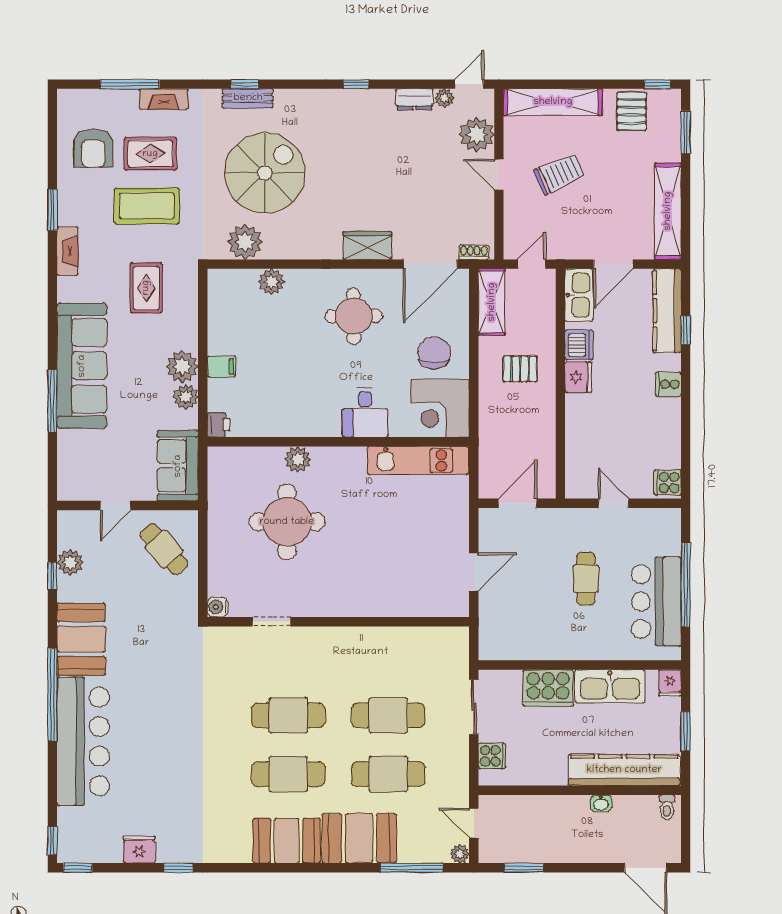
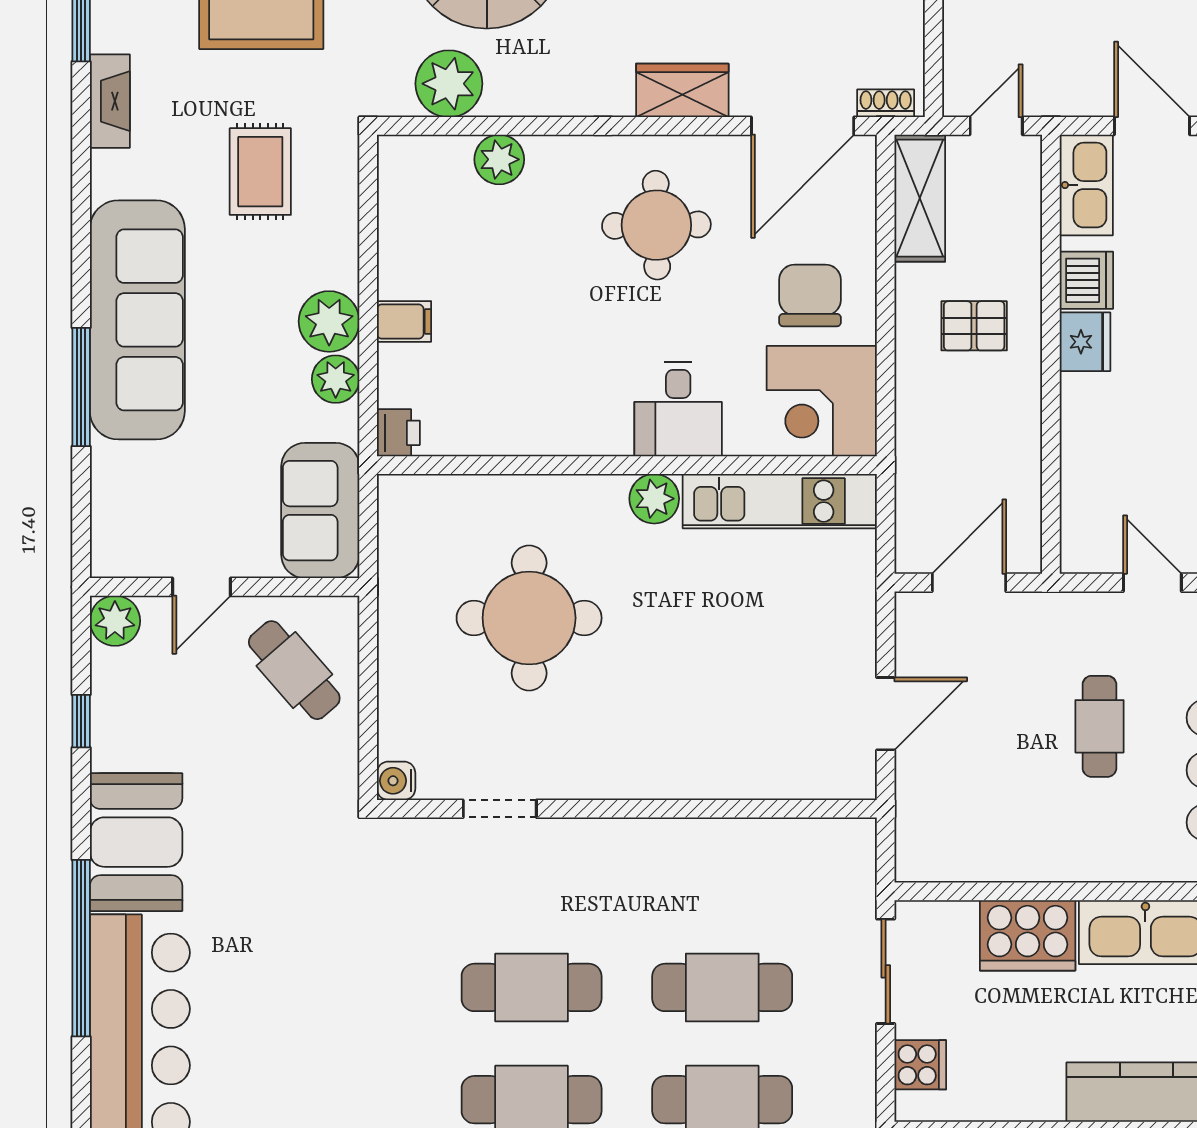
door: (613, 264) -> (1152, 126), swing flipped
plant: (298, 459) -> (654, 499), moved
plant: (70, 563) -> (115, 621), moved

